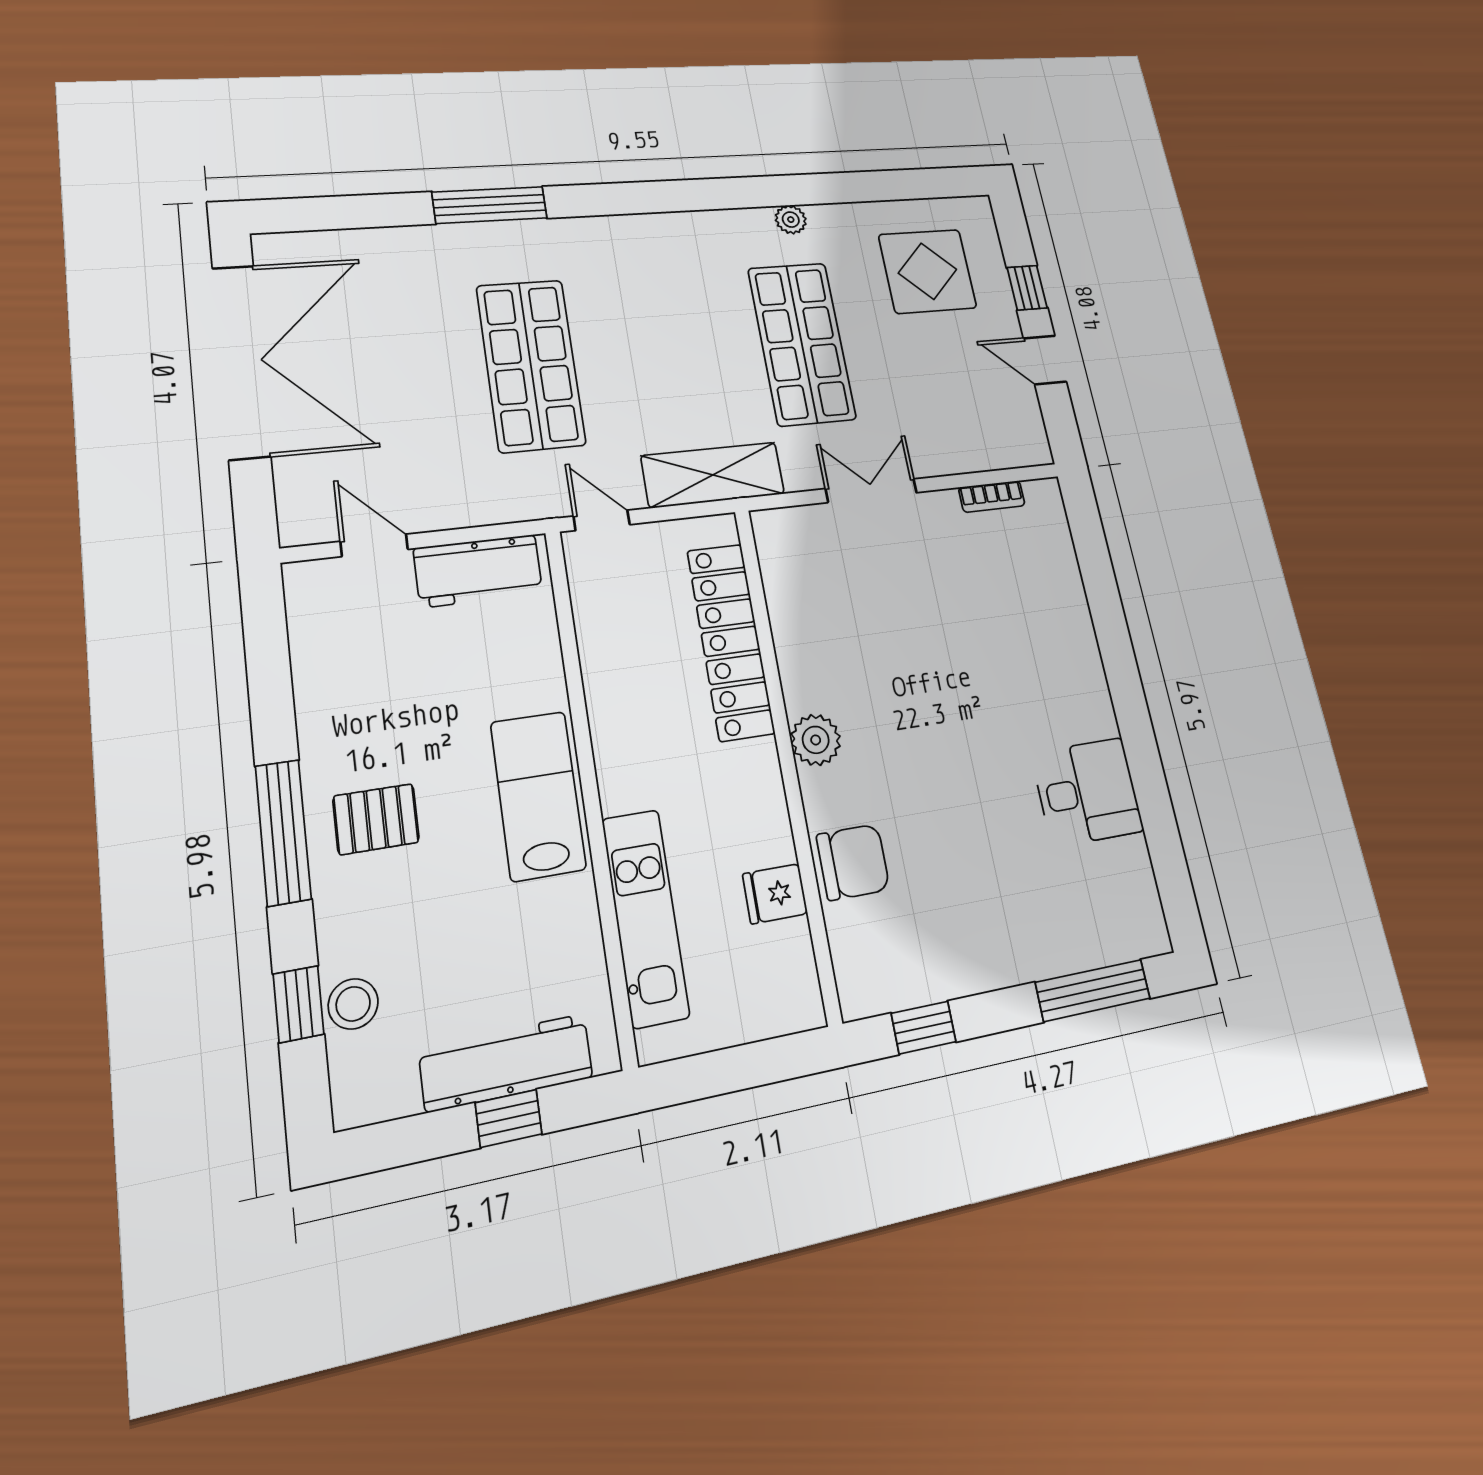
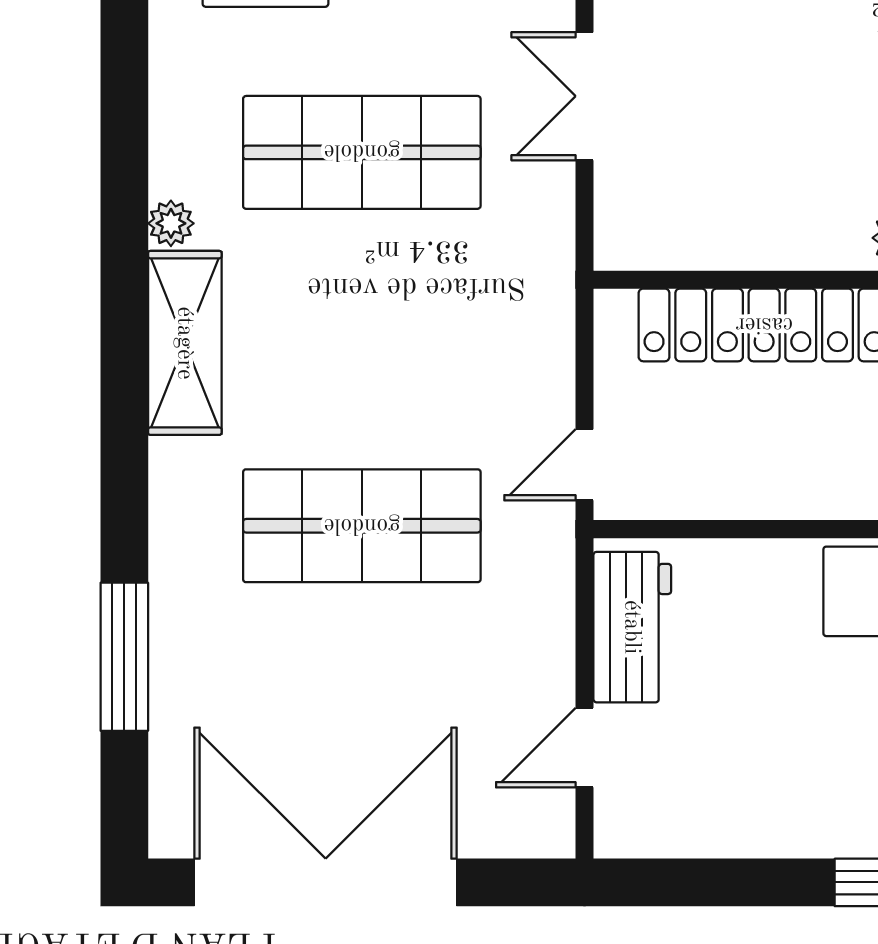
window: (490, 205) -> (124, 657), moved
plant: (791, 220) -> (171, 223), moved
shelving: (713, 475) -> (185, 343), moved

